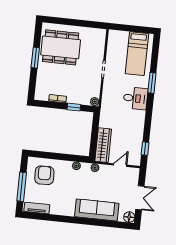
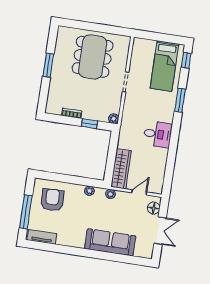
dining table: (61, 47) -> (93, 57), moved, turned 90
desk: (135, 98) -> (158, 134), moved
window: (145, 149) -> (186, 60), moved
floor lamp: (129, 217) -> (154, 208), moved

